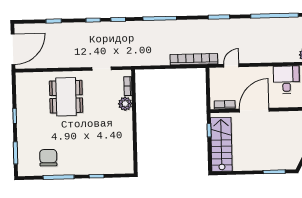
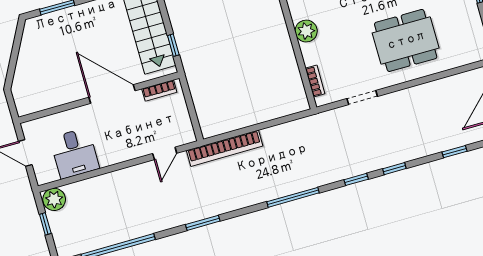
dining table: (66, 97) -> (406, 40), turned 90
plant: (125, 104) -> (306, 31), moved
door: (254, 110) -> (112, 94), swing flipped

